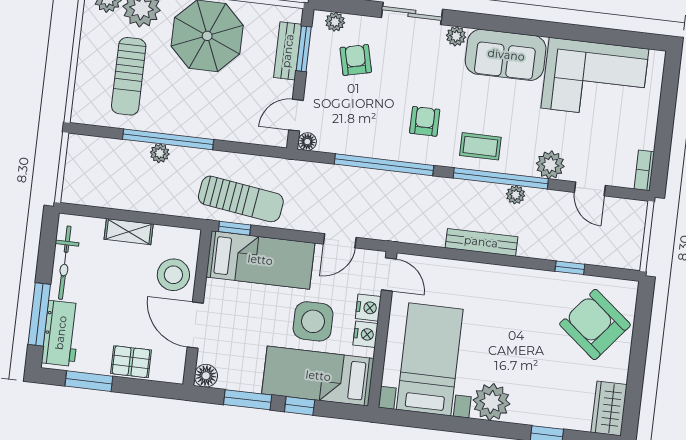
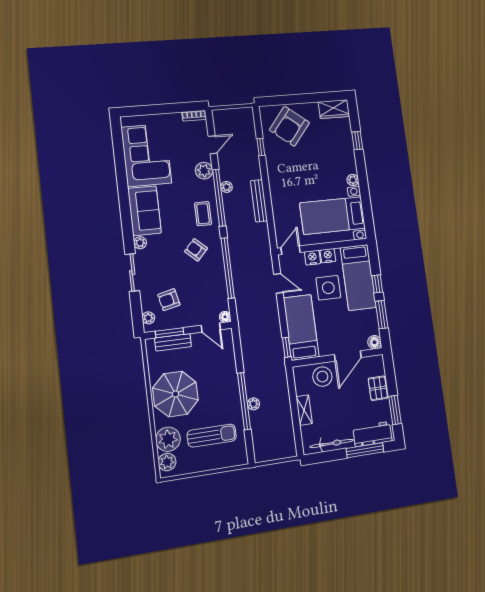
armchair: (425, 121) -> (196, 250), turned 43
sun lounger: (241, 199) -> (269, 348), removed
plant: (492, 402) -> (353, 180), width x0.53, depth x0.53

